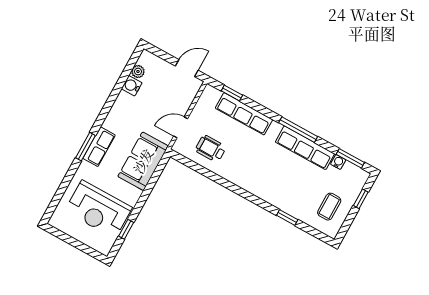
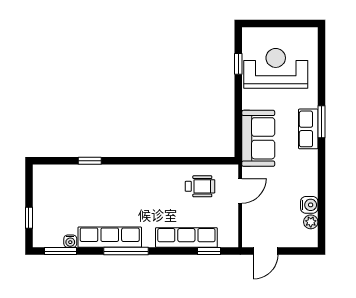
coffee table: (329, 207) -> (55, 194), removed

